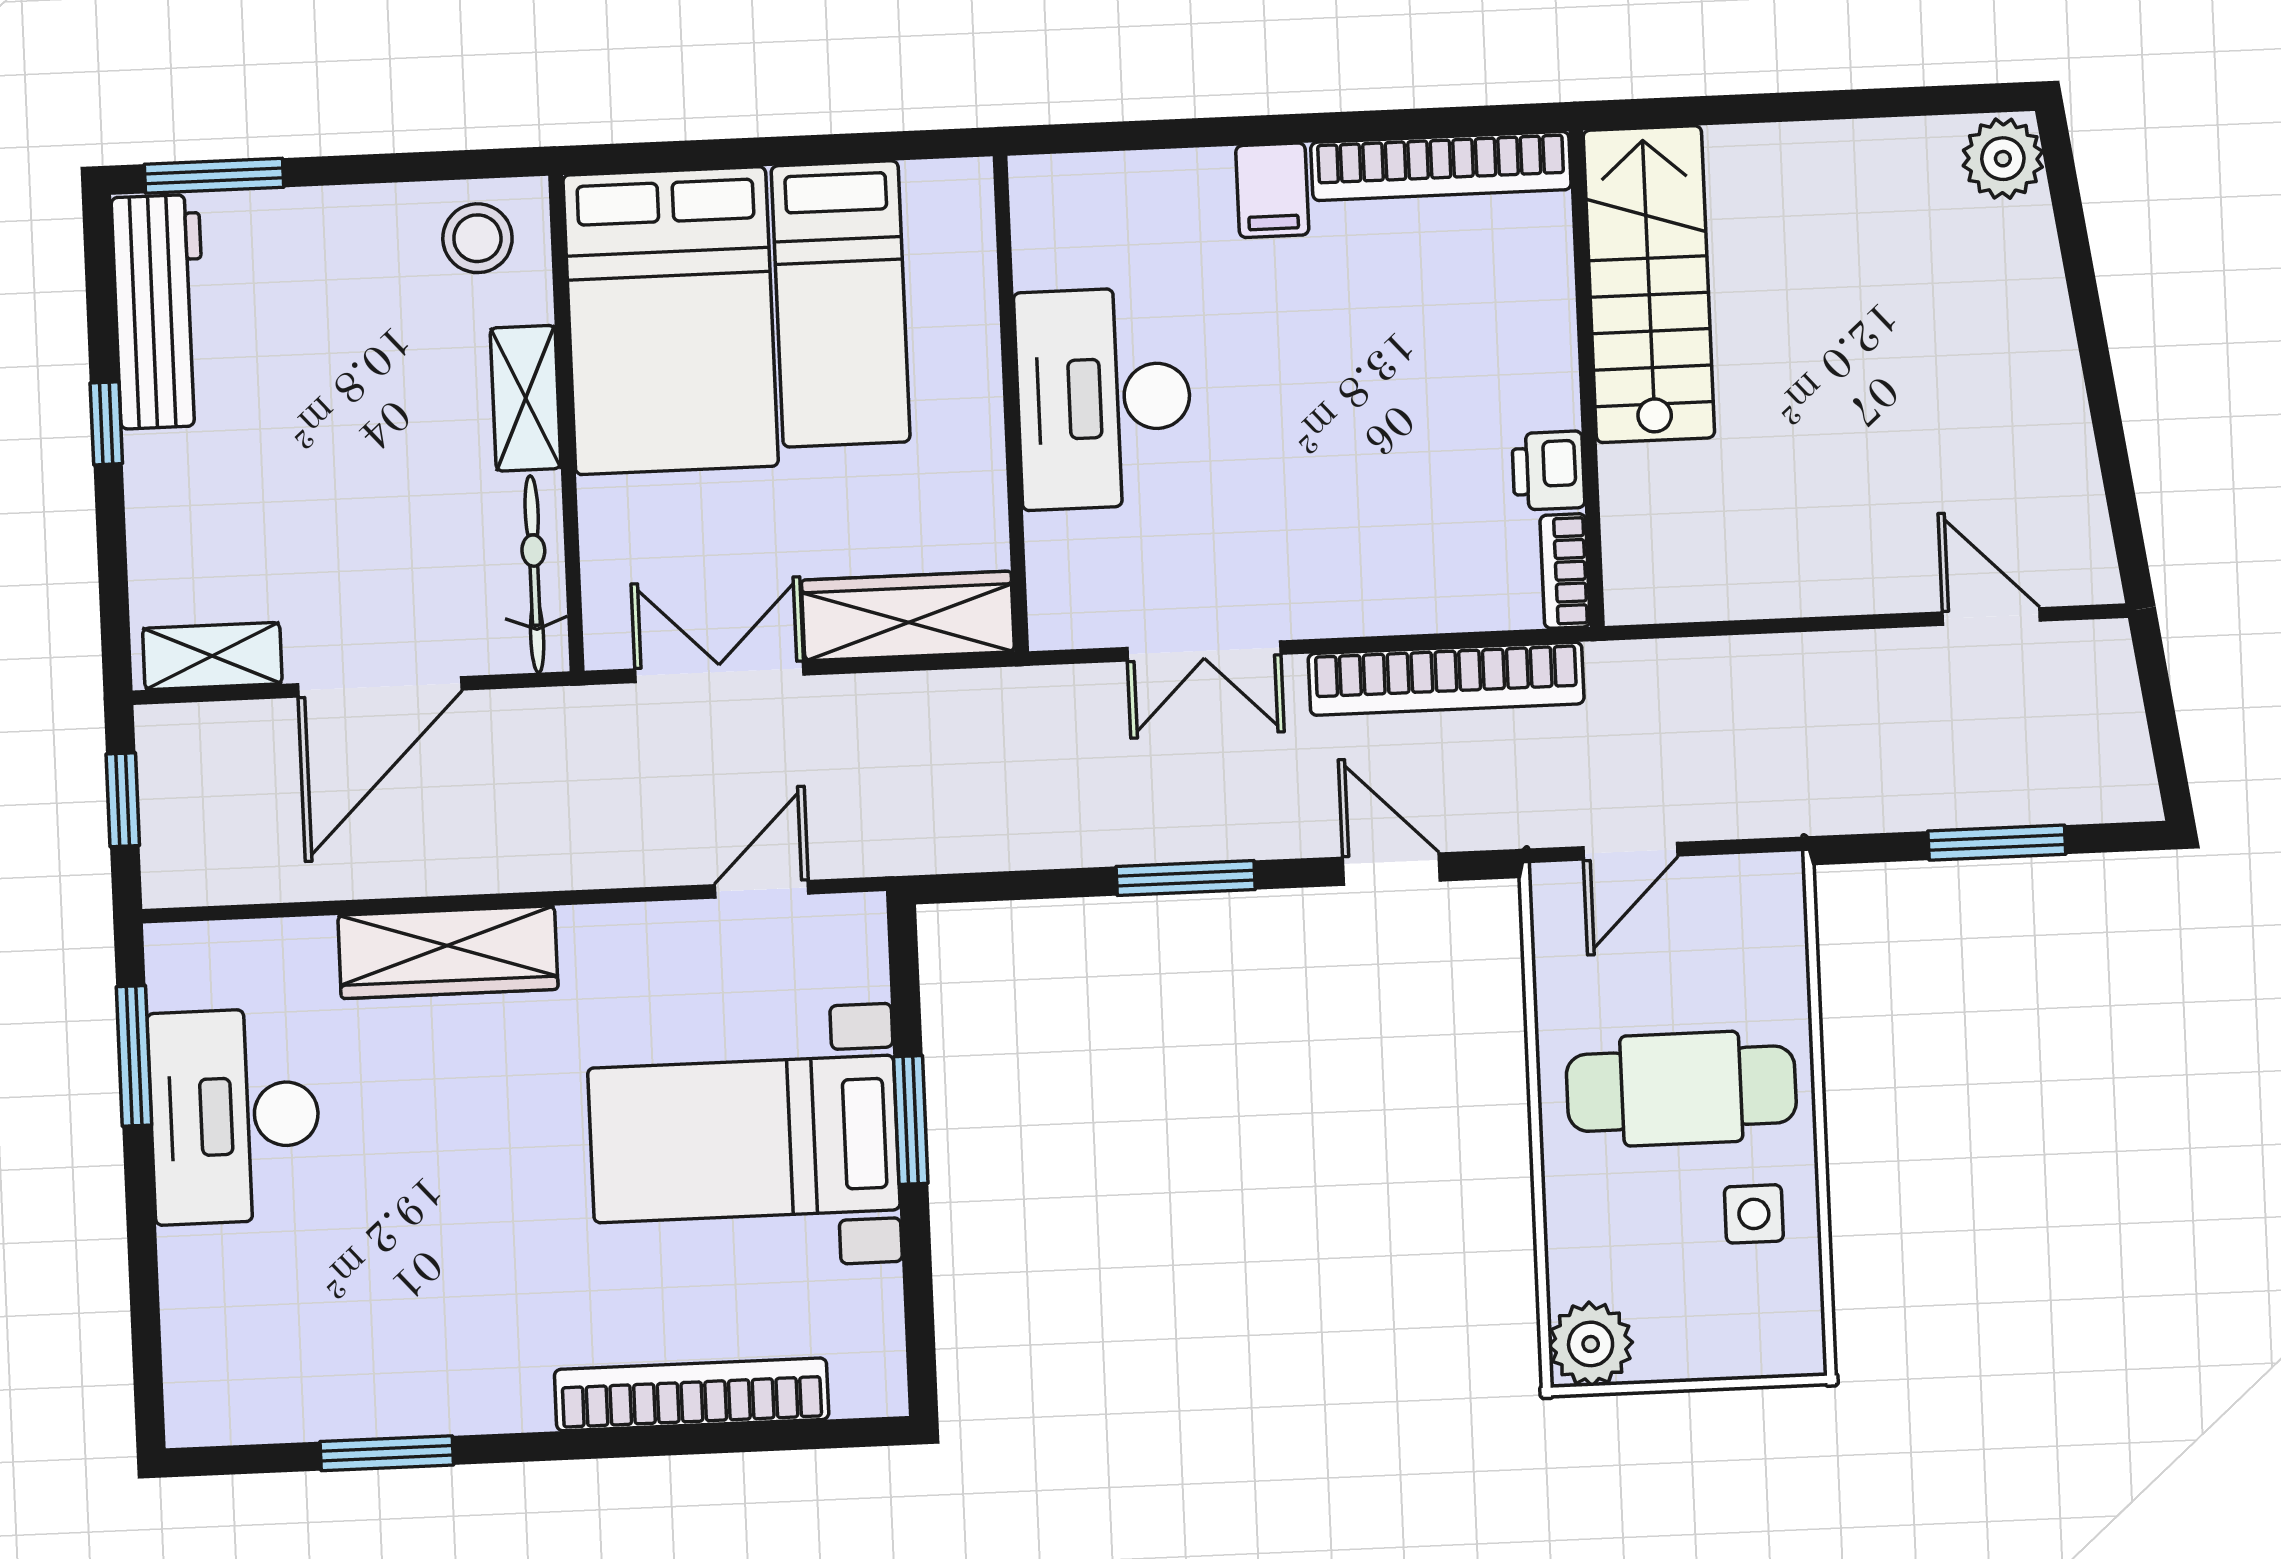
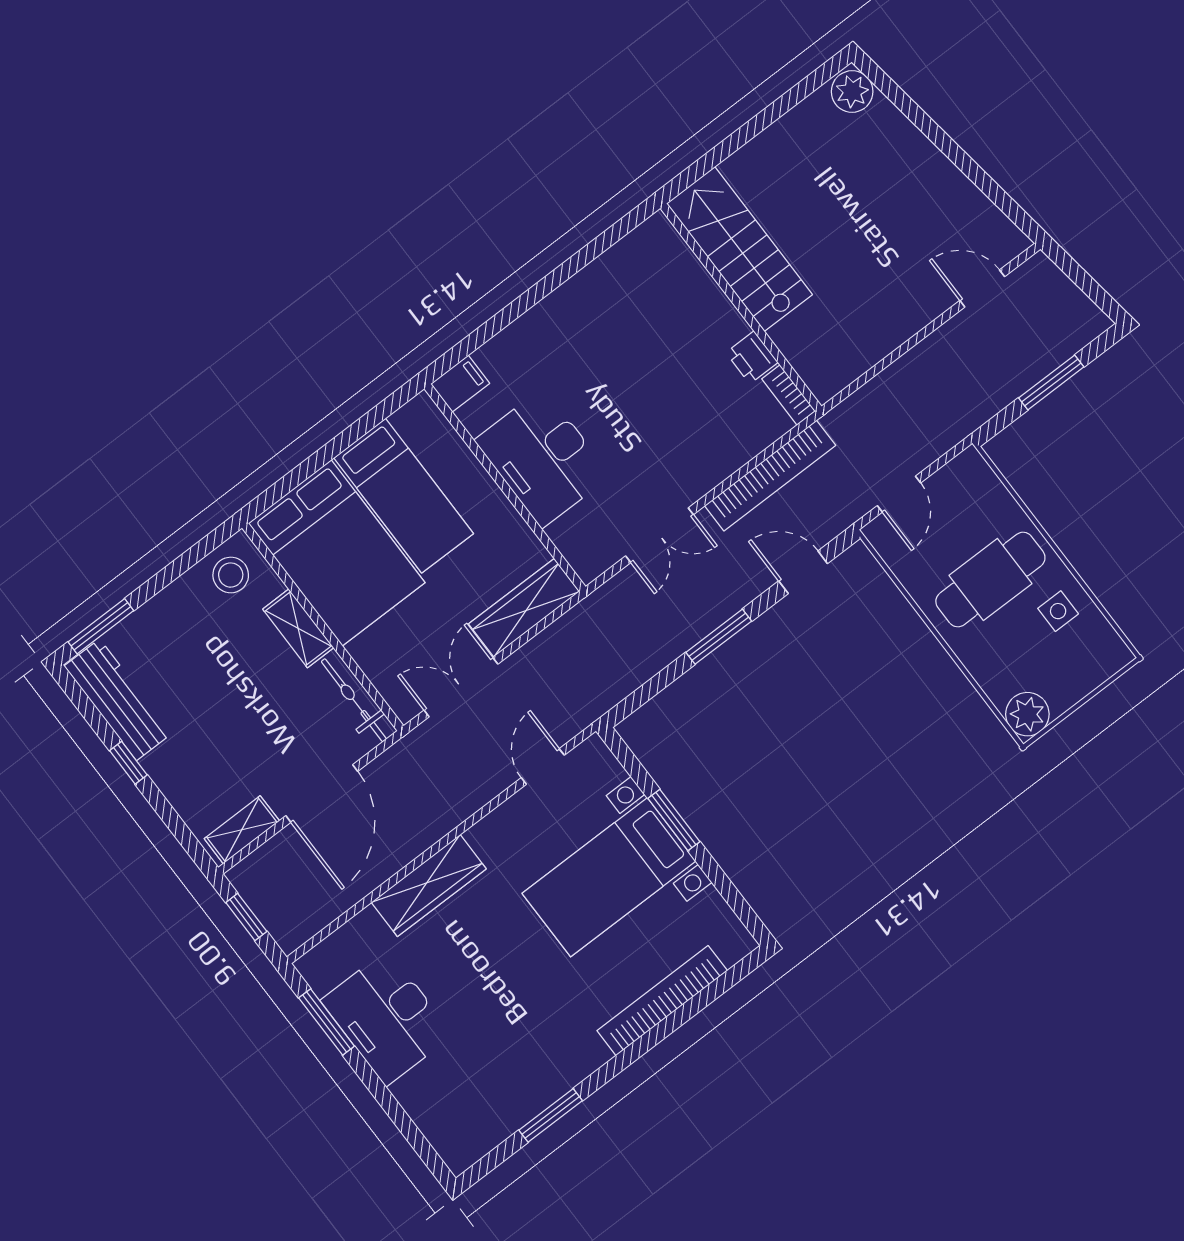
bookcase: (1441, 166) -> (617, 260), removed
filing cabinet: (1272, 190) -> (460, 384), moved, turned -90

